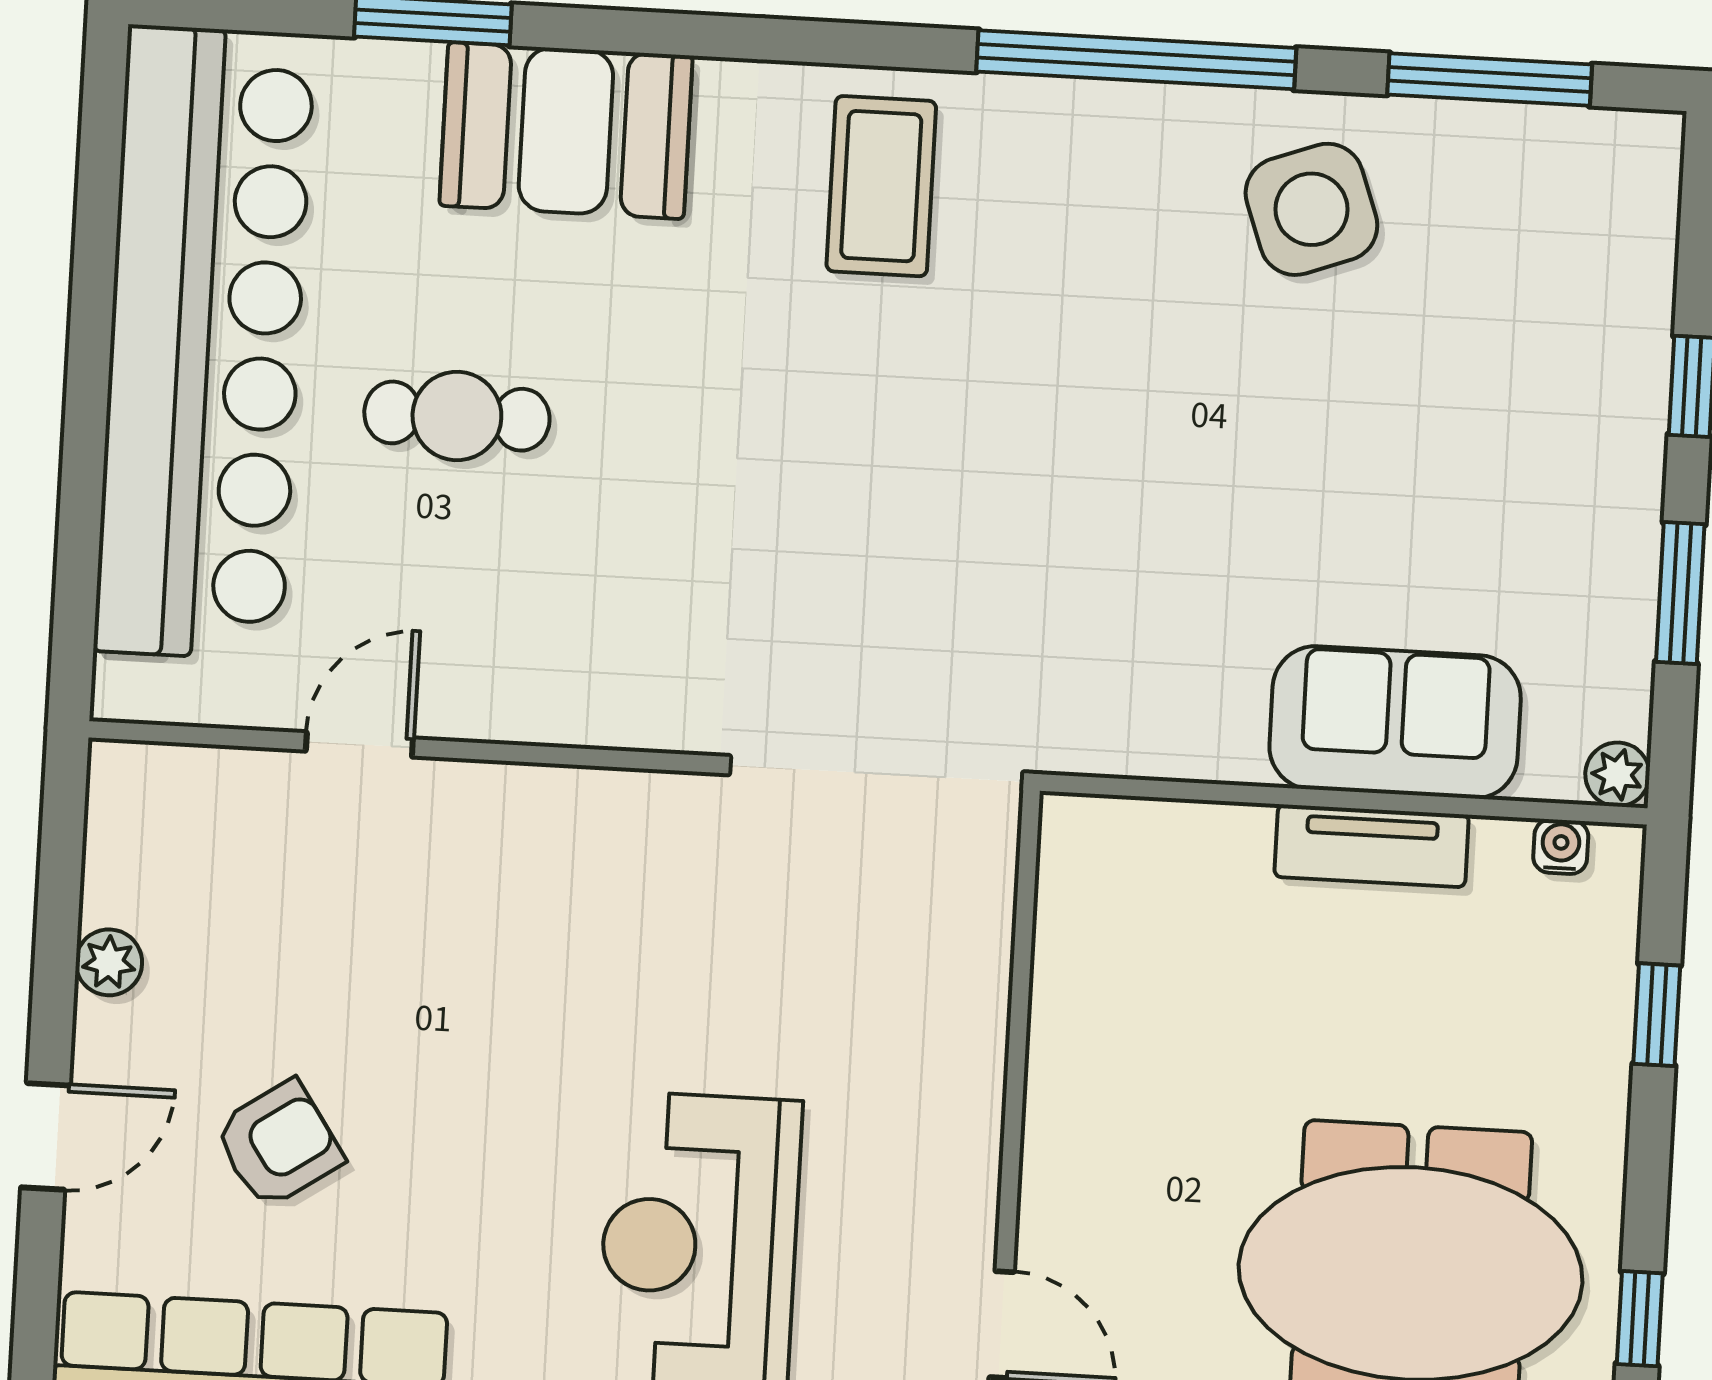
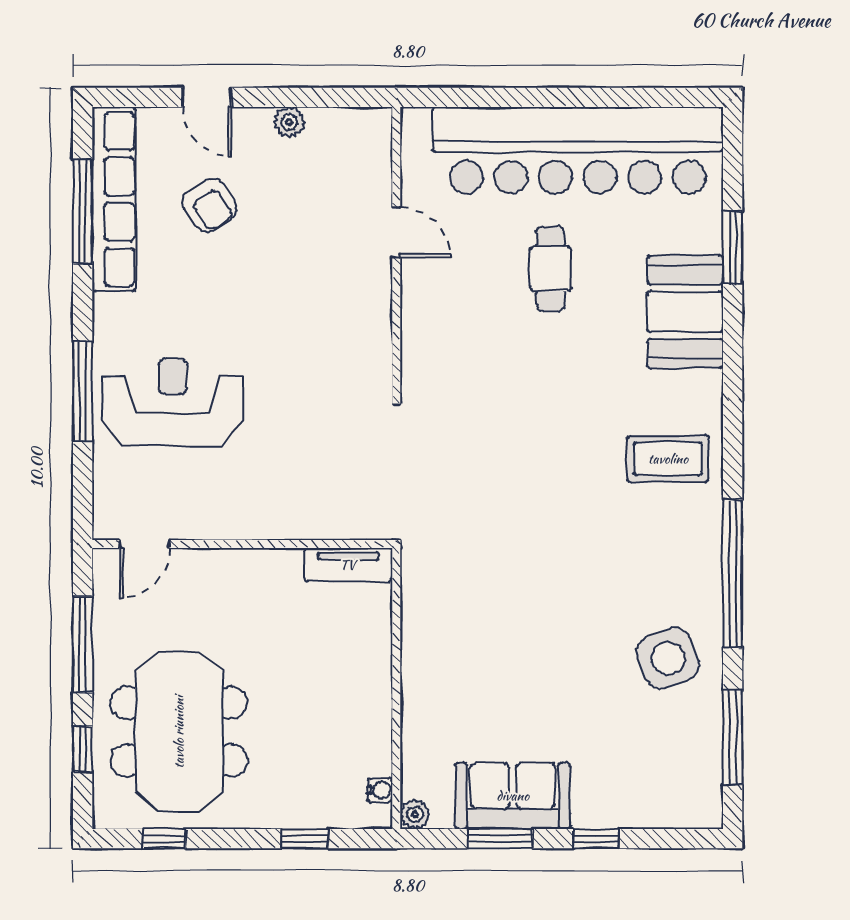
sofa: (1395, 722) -> (513, 796), moved, turned -90
tv unit: (1372, 846) -> (348, 565), moved, turned -90

